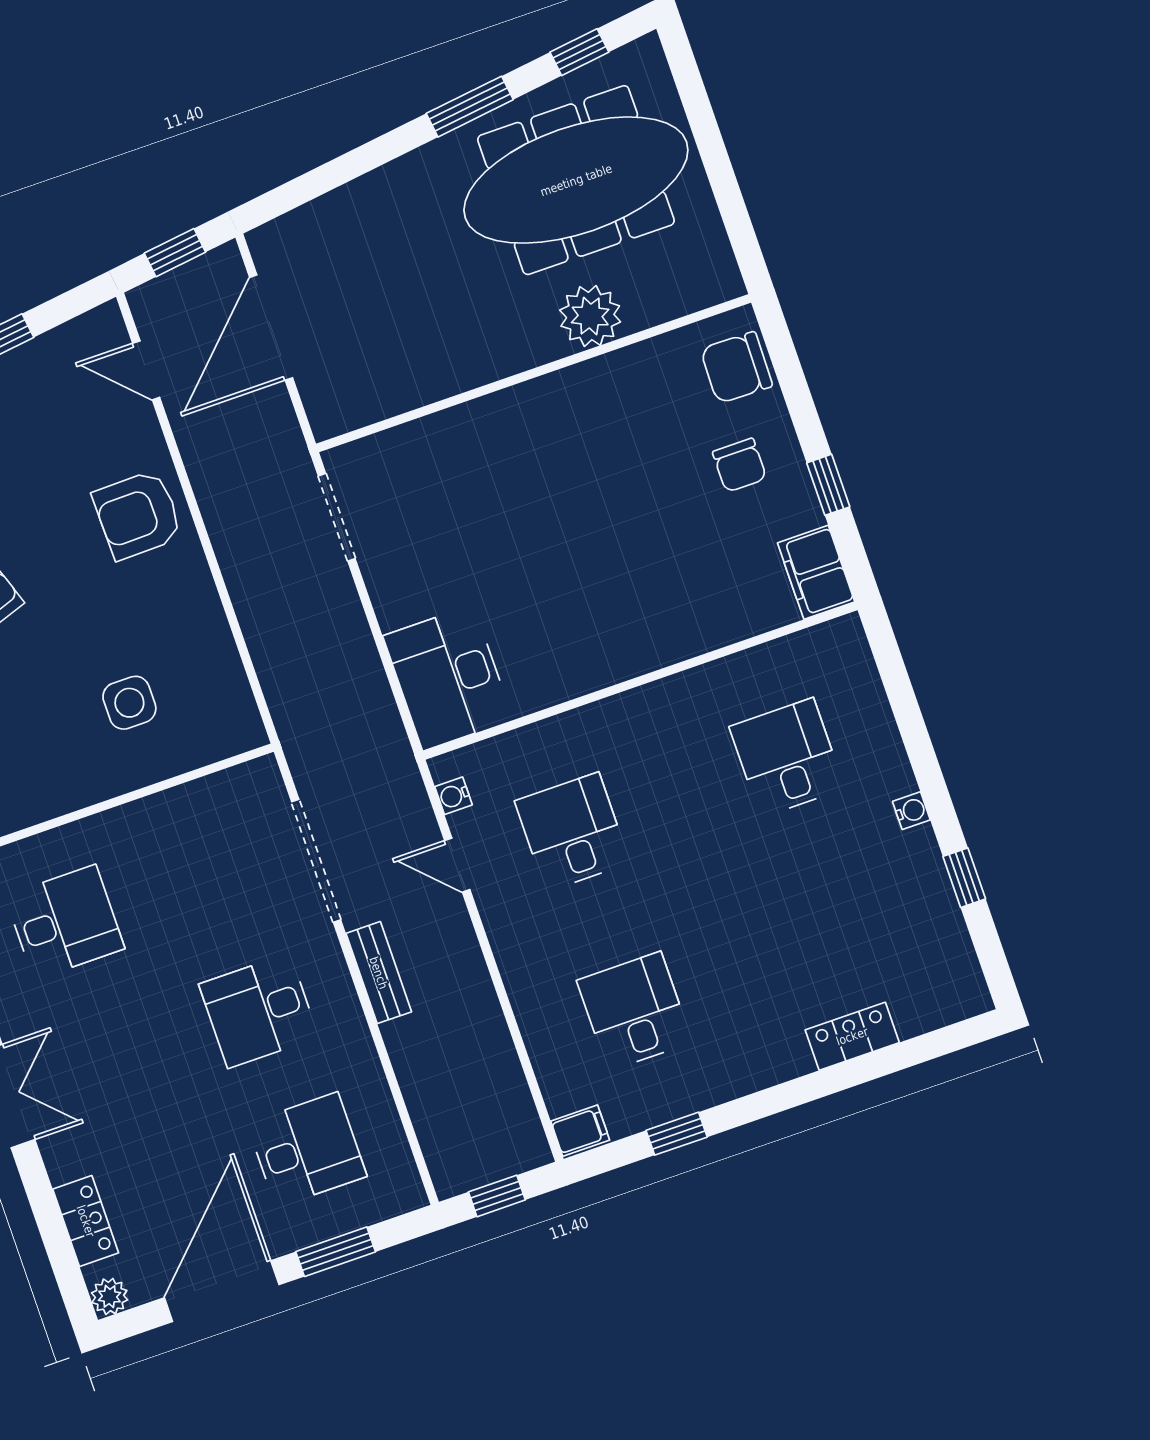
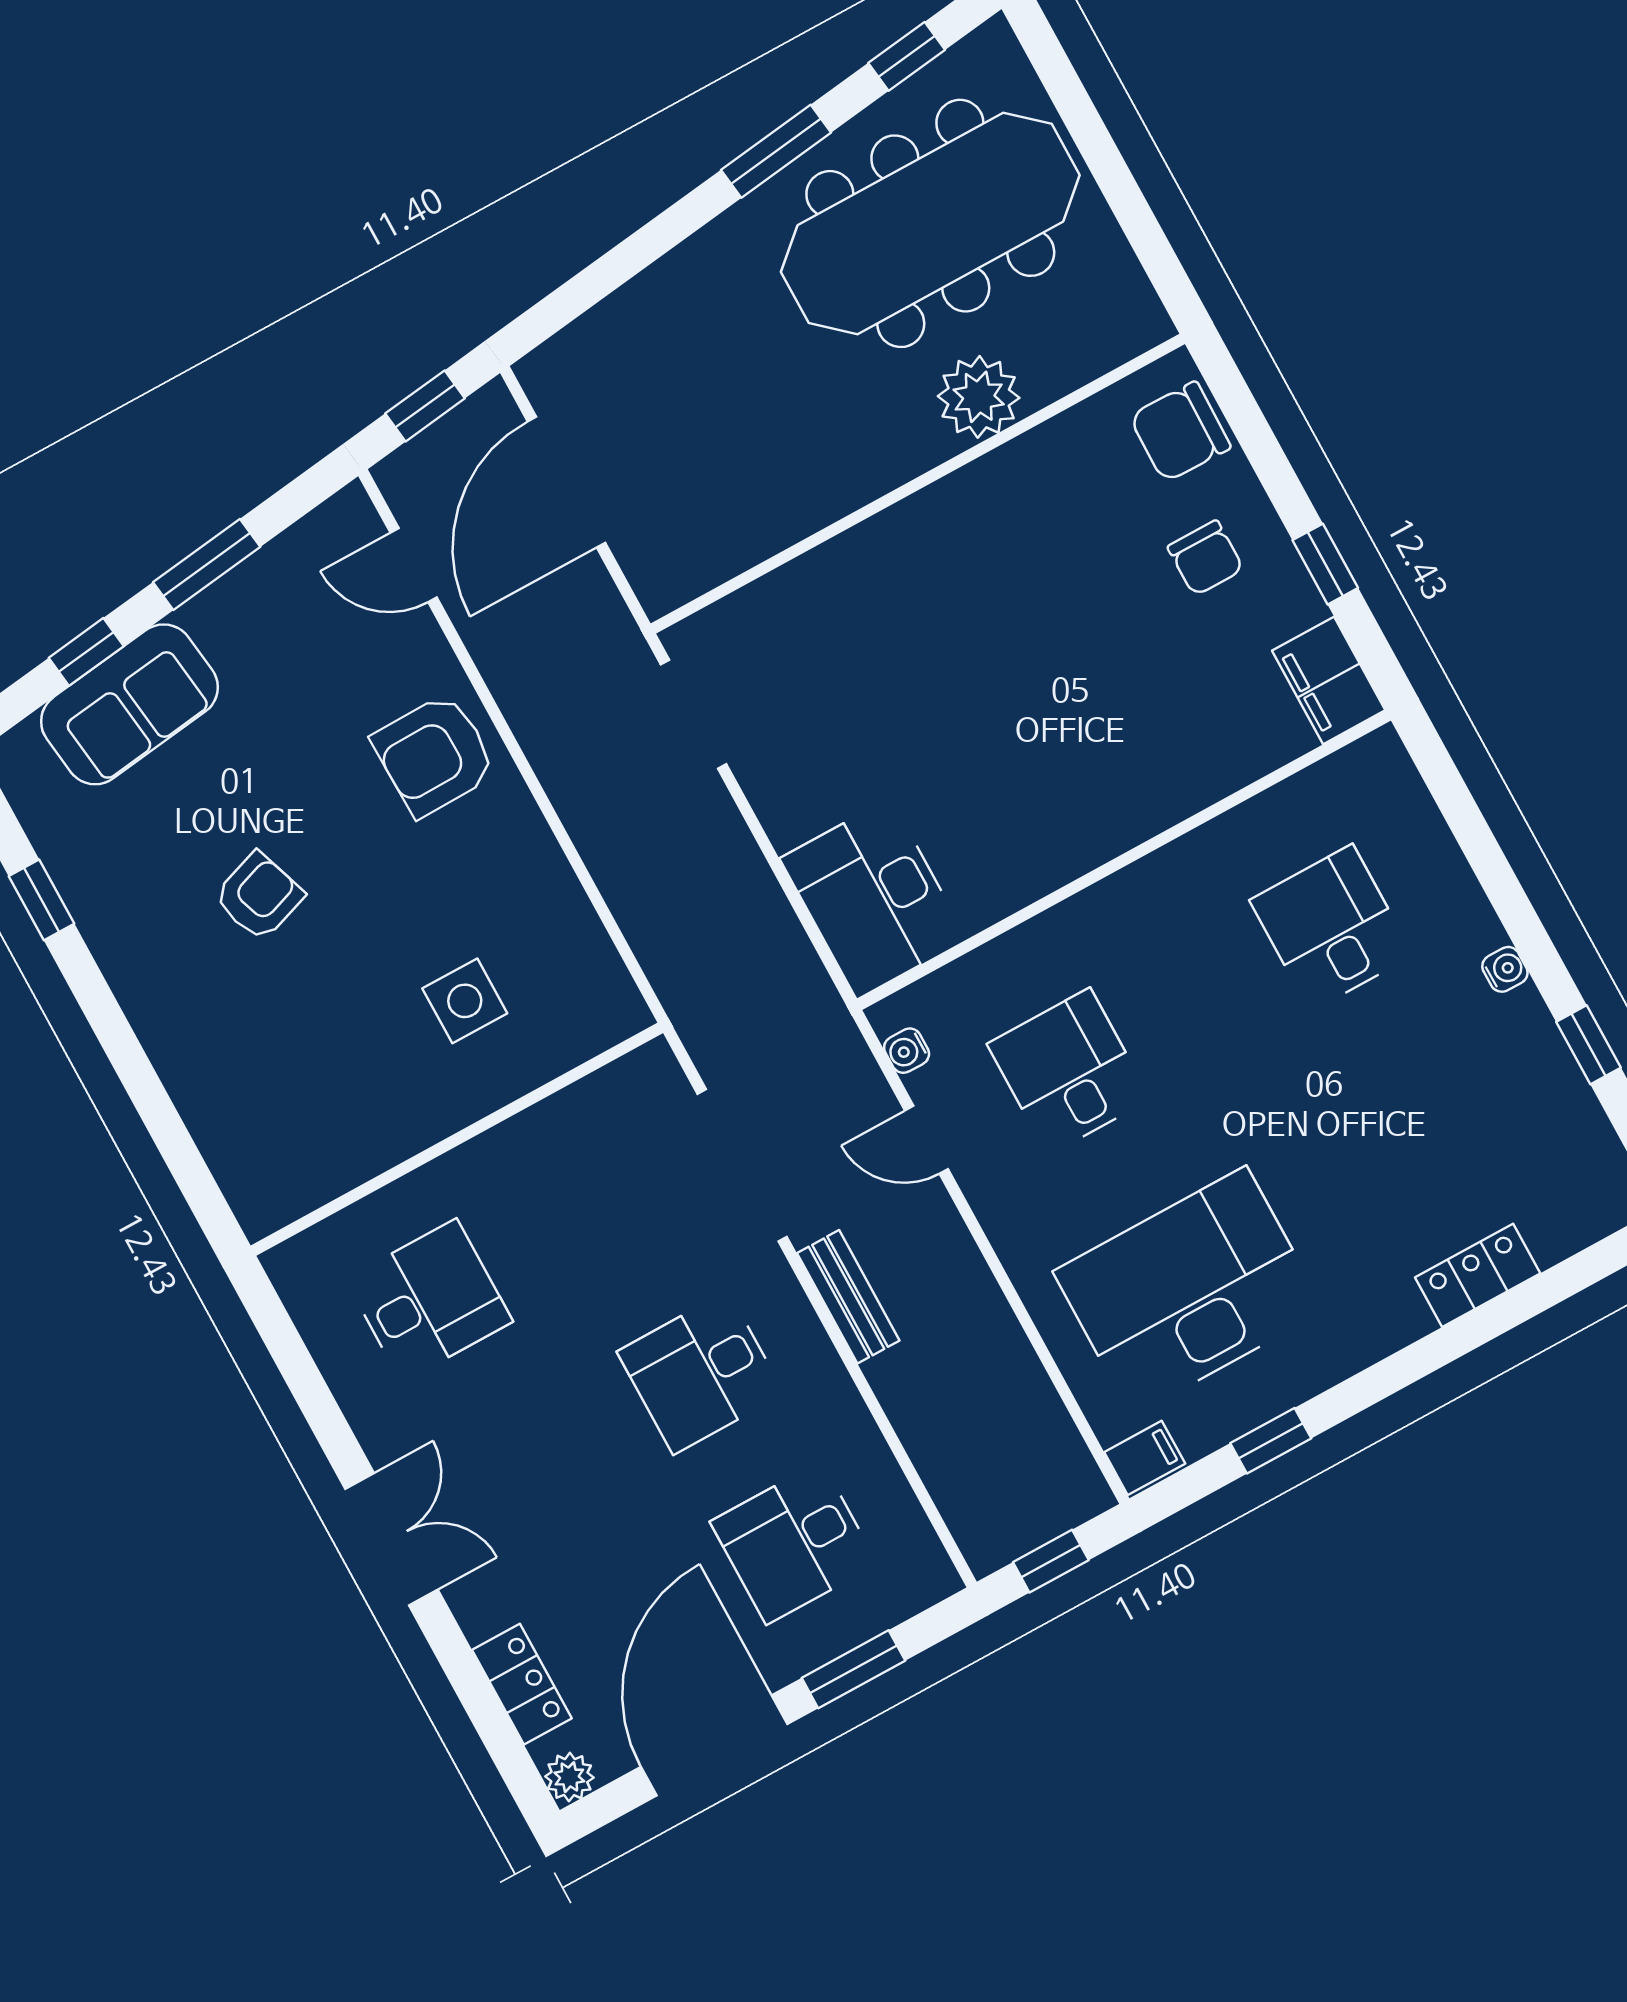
desk: (634, 1011) -> (1189, 1291), width x1.87, depth x1.30
desk: (307, 1150) -> (794, 1543), turned 180

